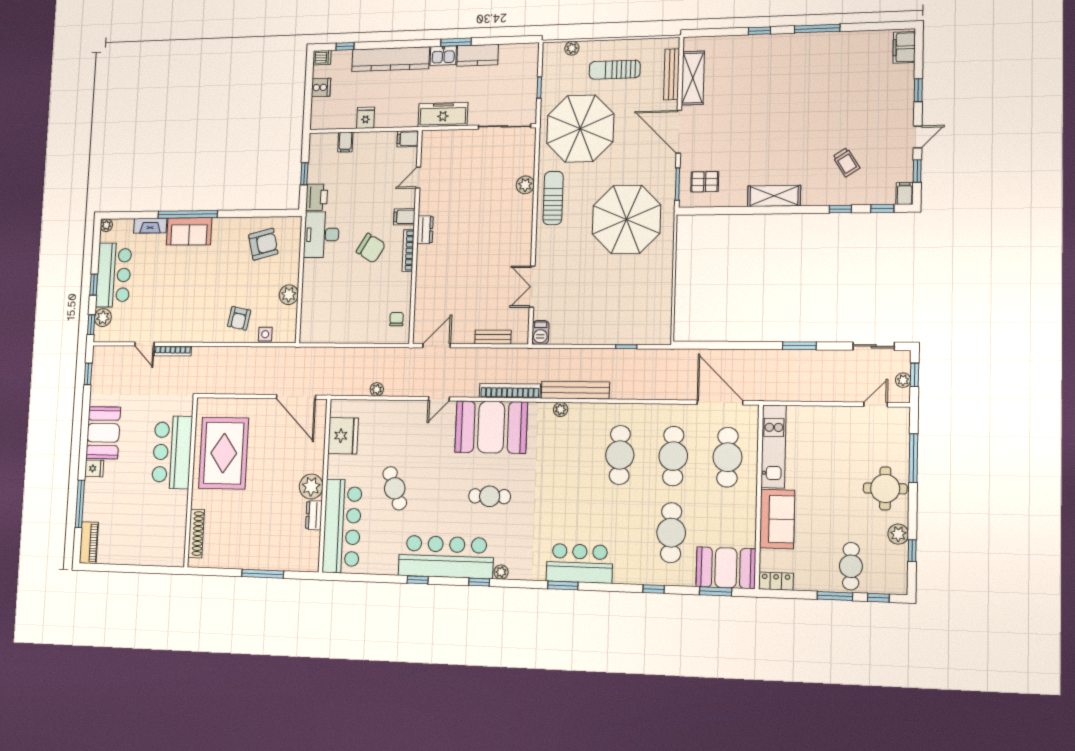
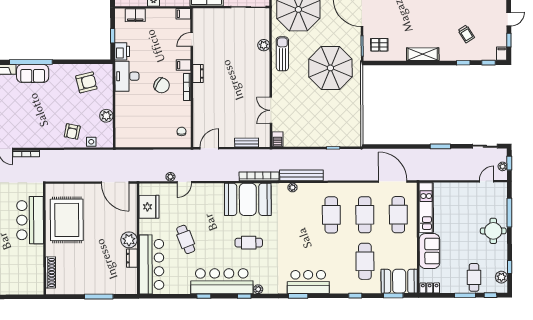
filing cabinet: (345, 142) -> (135, 15), width x2.00
door: (439, 399) -> (184, 182), moved
plant: (898, 534) -> (501, 277), moved

